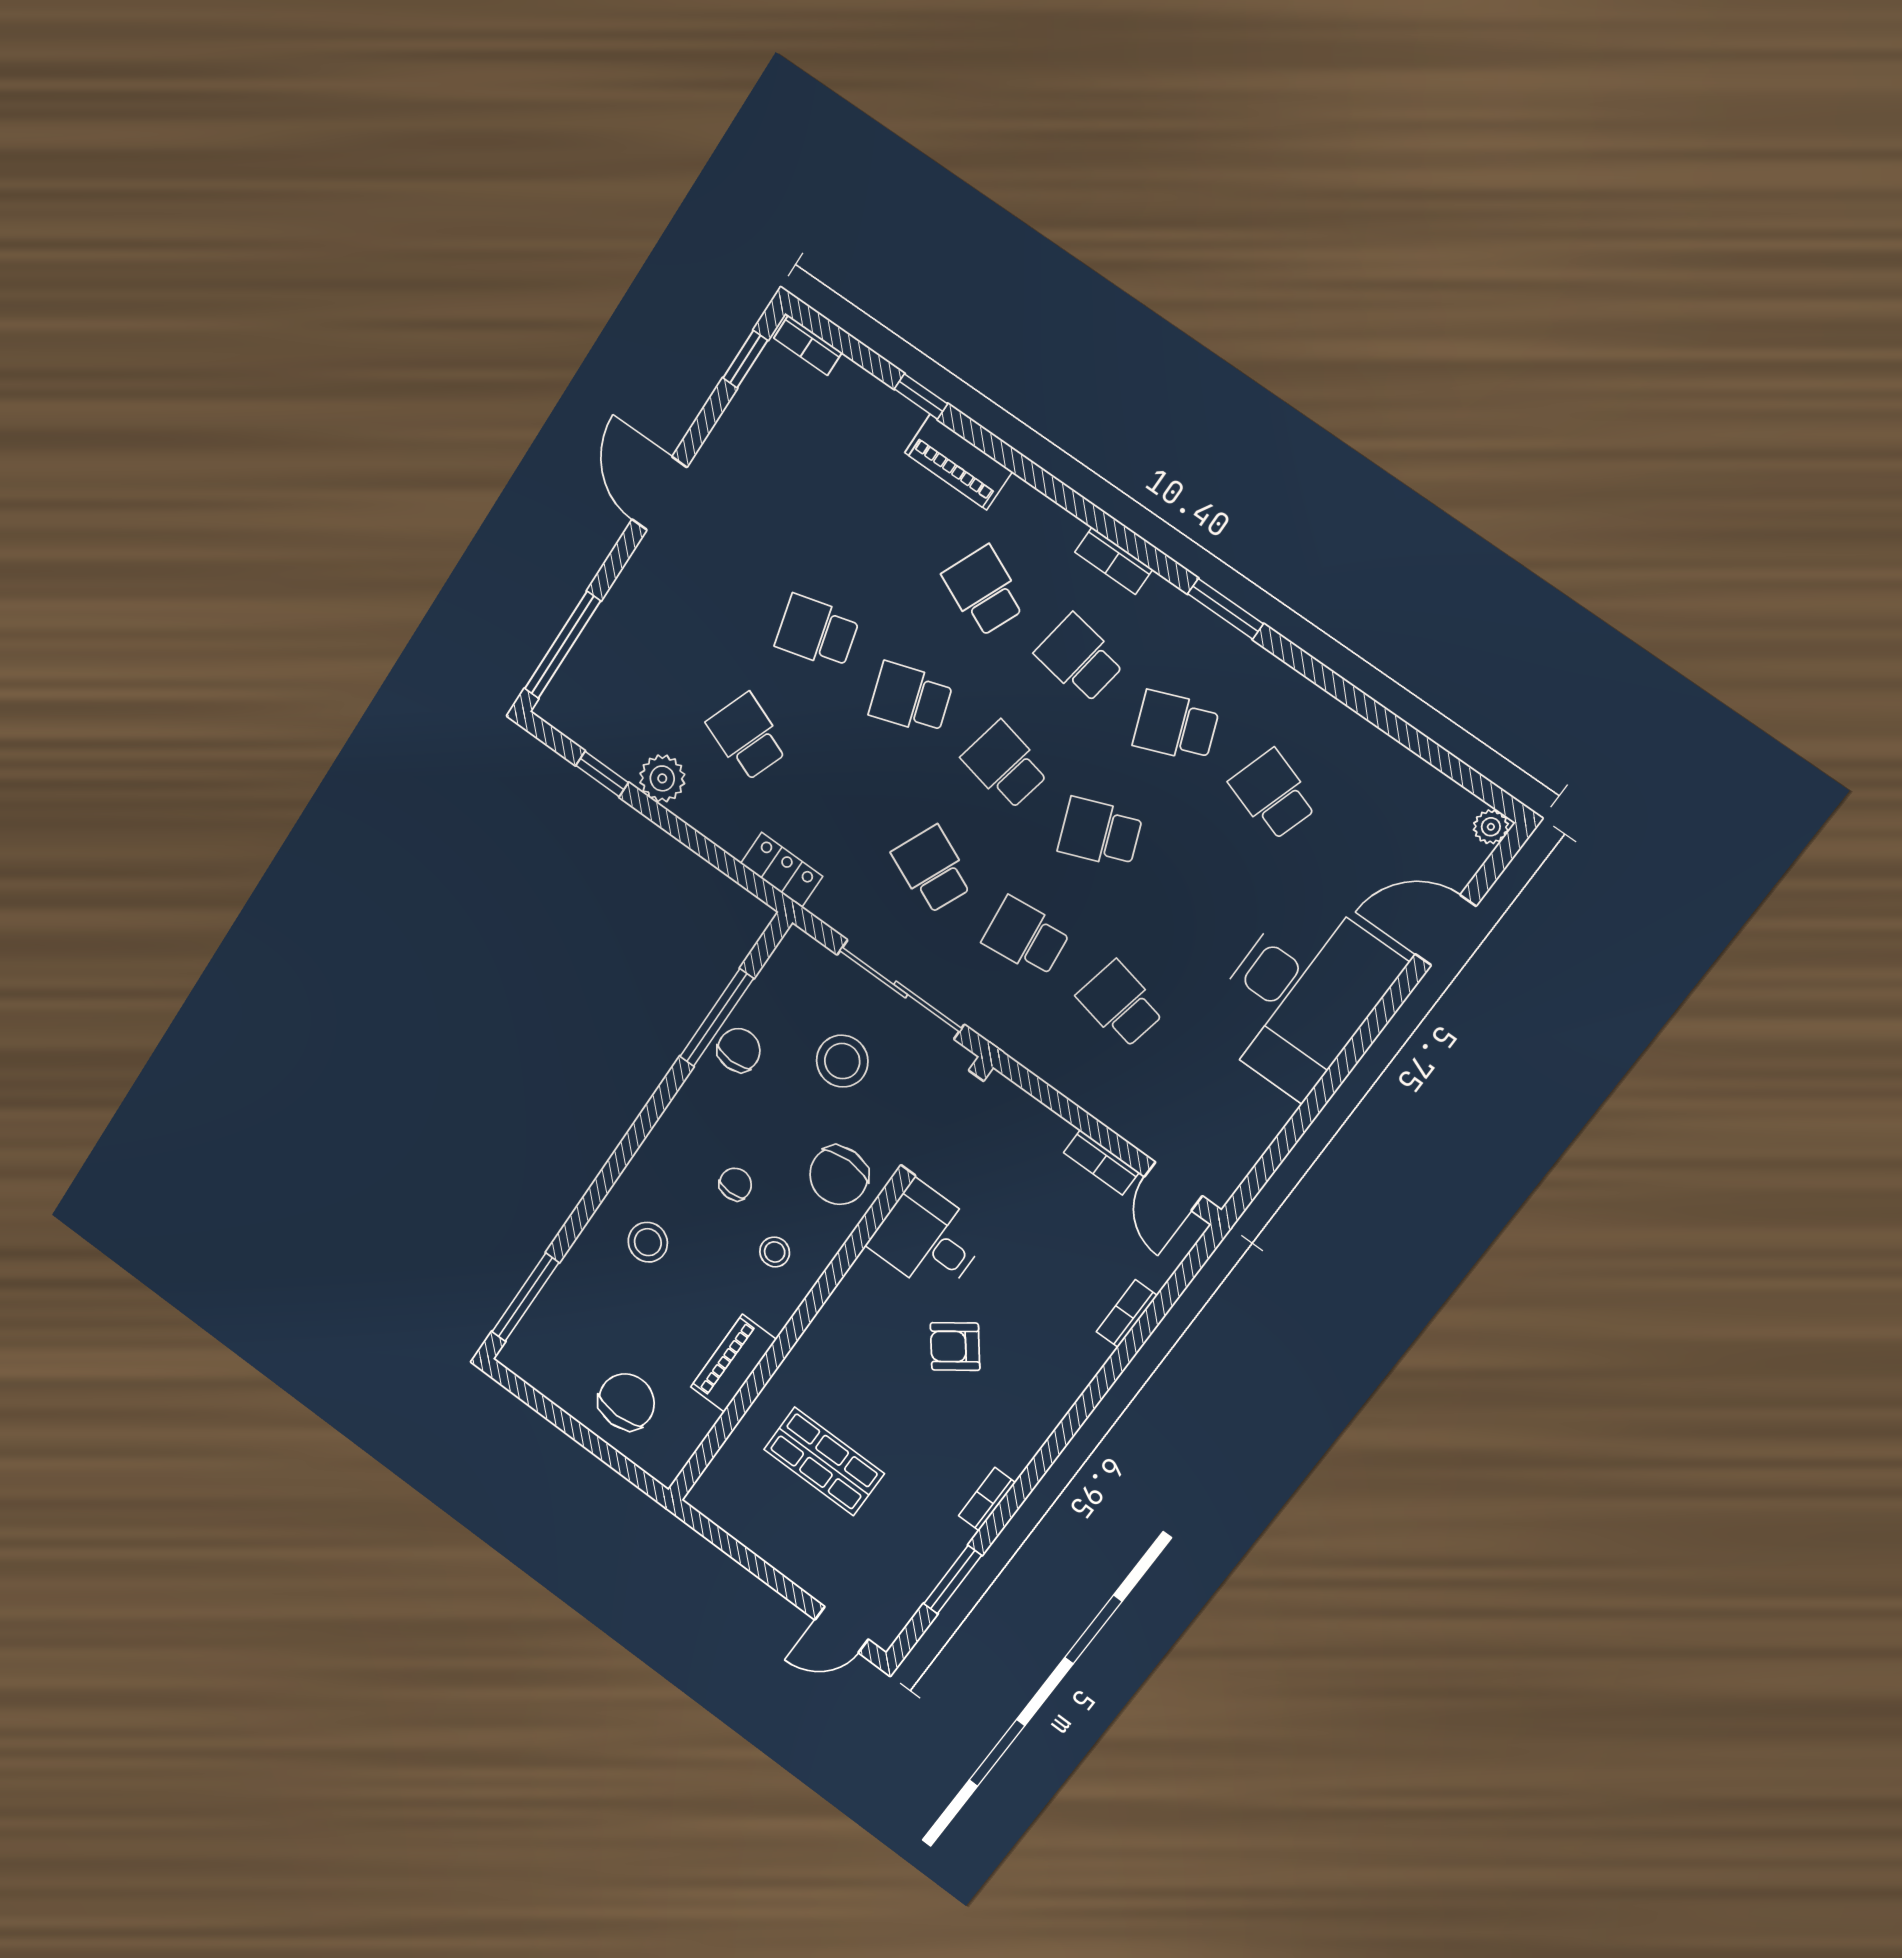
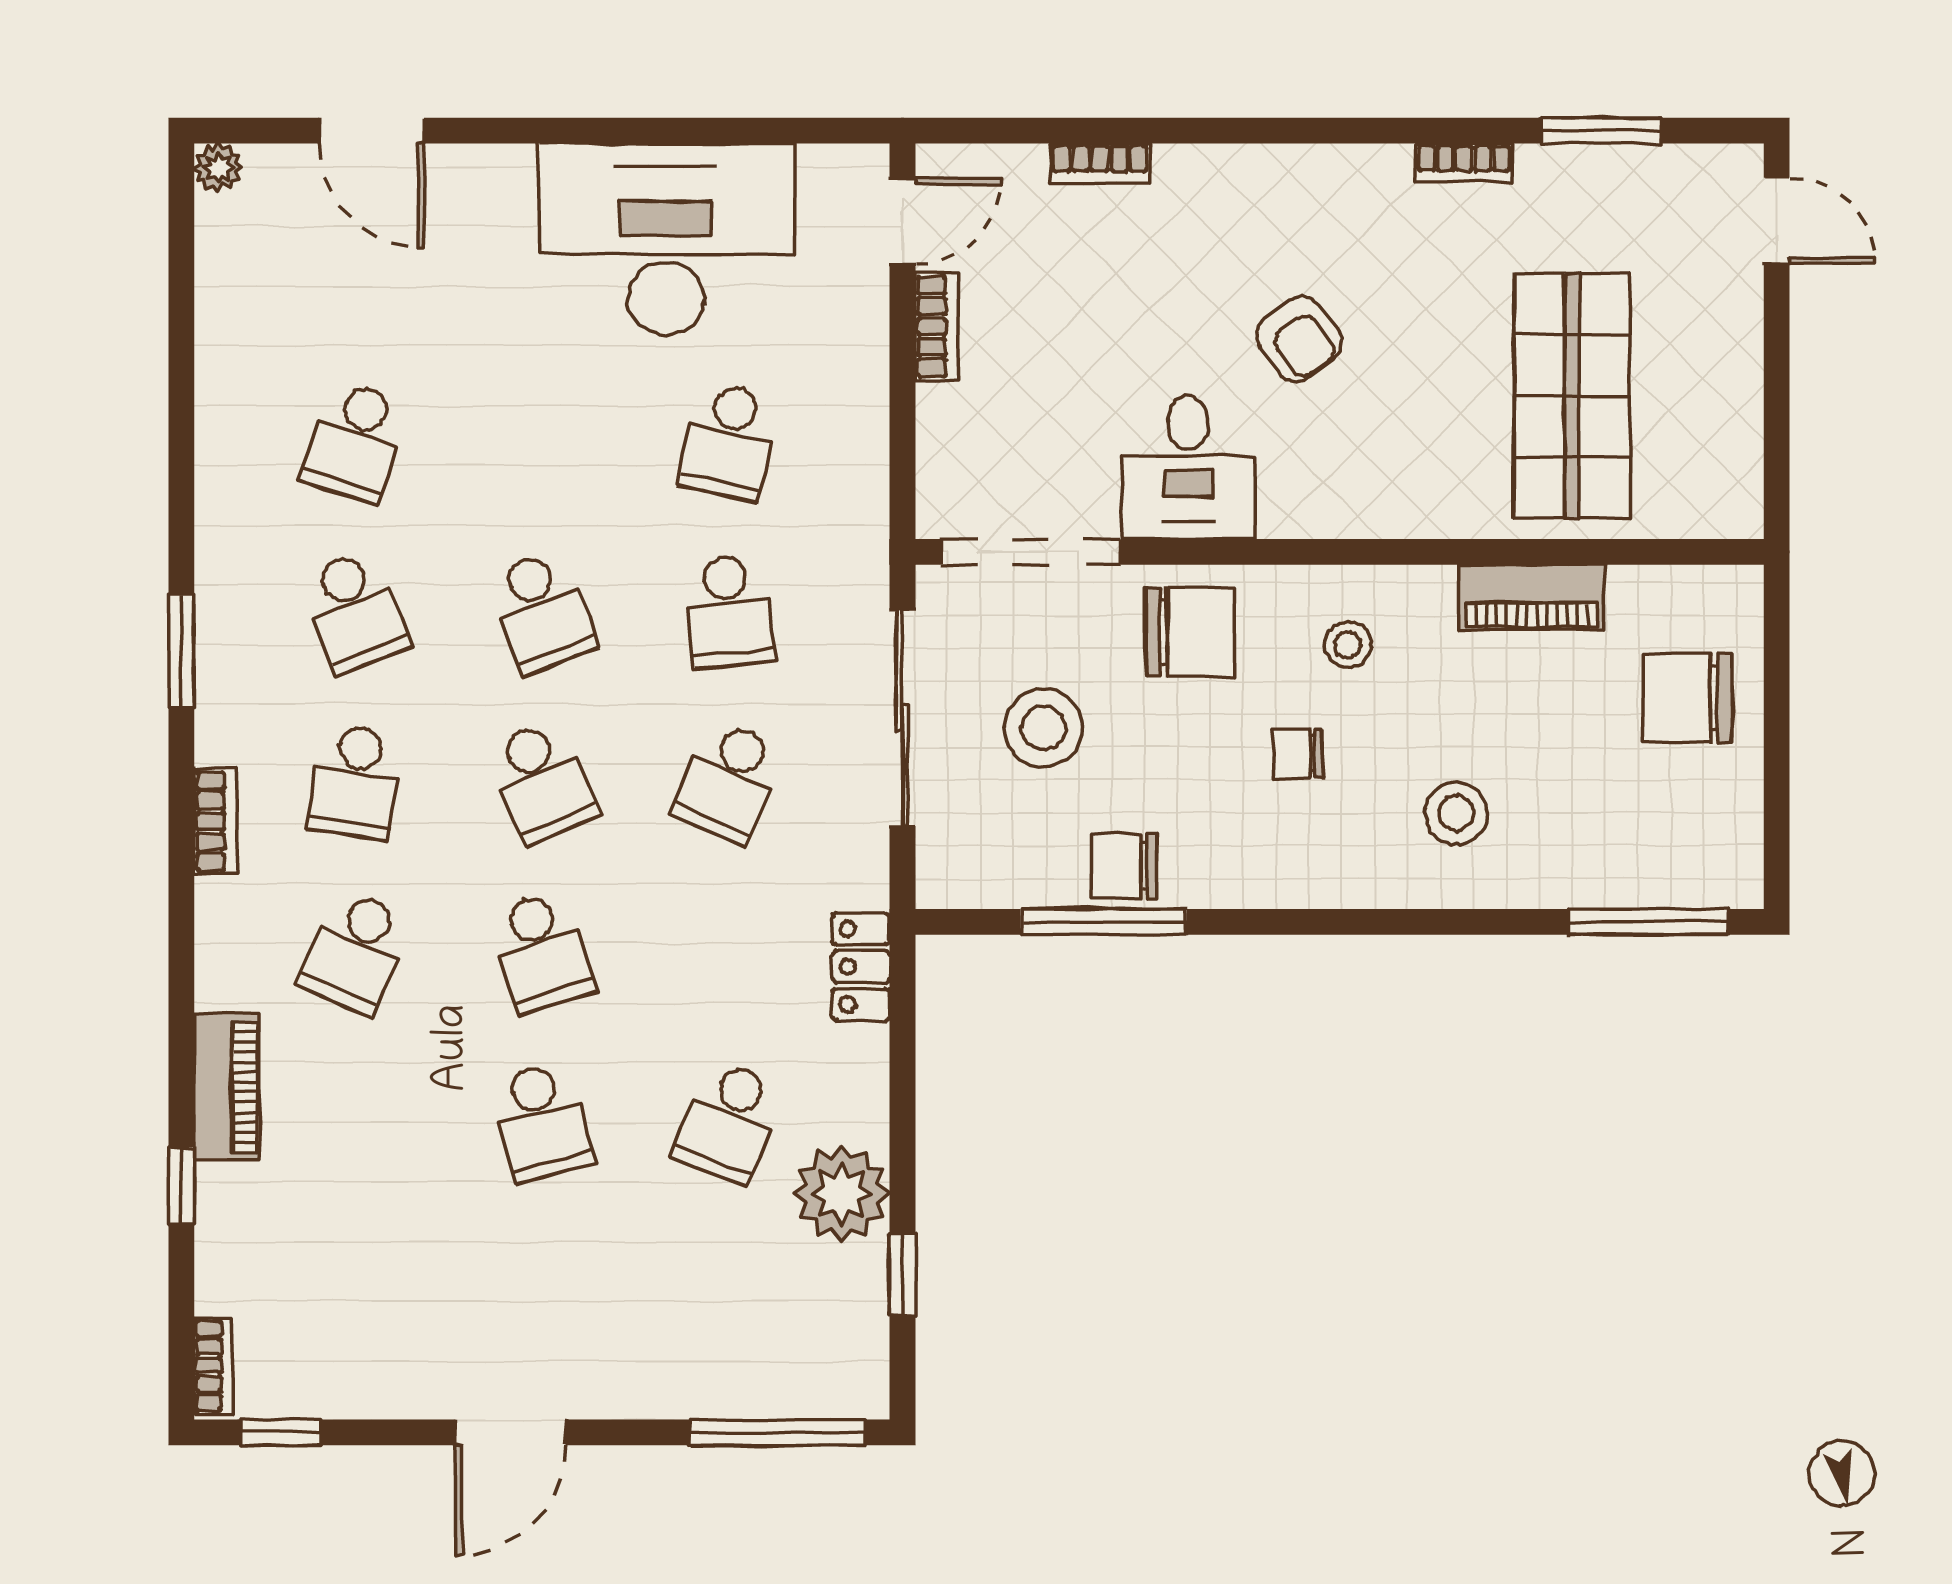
school desk: (1005, 765) -> (542, 782), turned -36
plant: (662, 778) -> (841, 1194), width x1.36, depth x1.36
desk: (1301, 995) -> (666, 239), moved
shop shelf: (824, 1461) -> (1572, 396), width x1.43, depth x1.36

